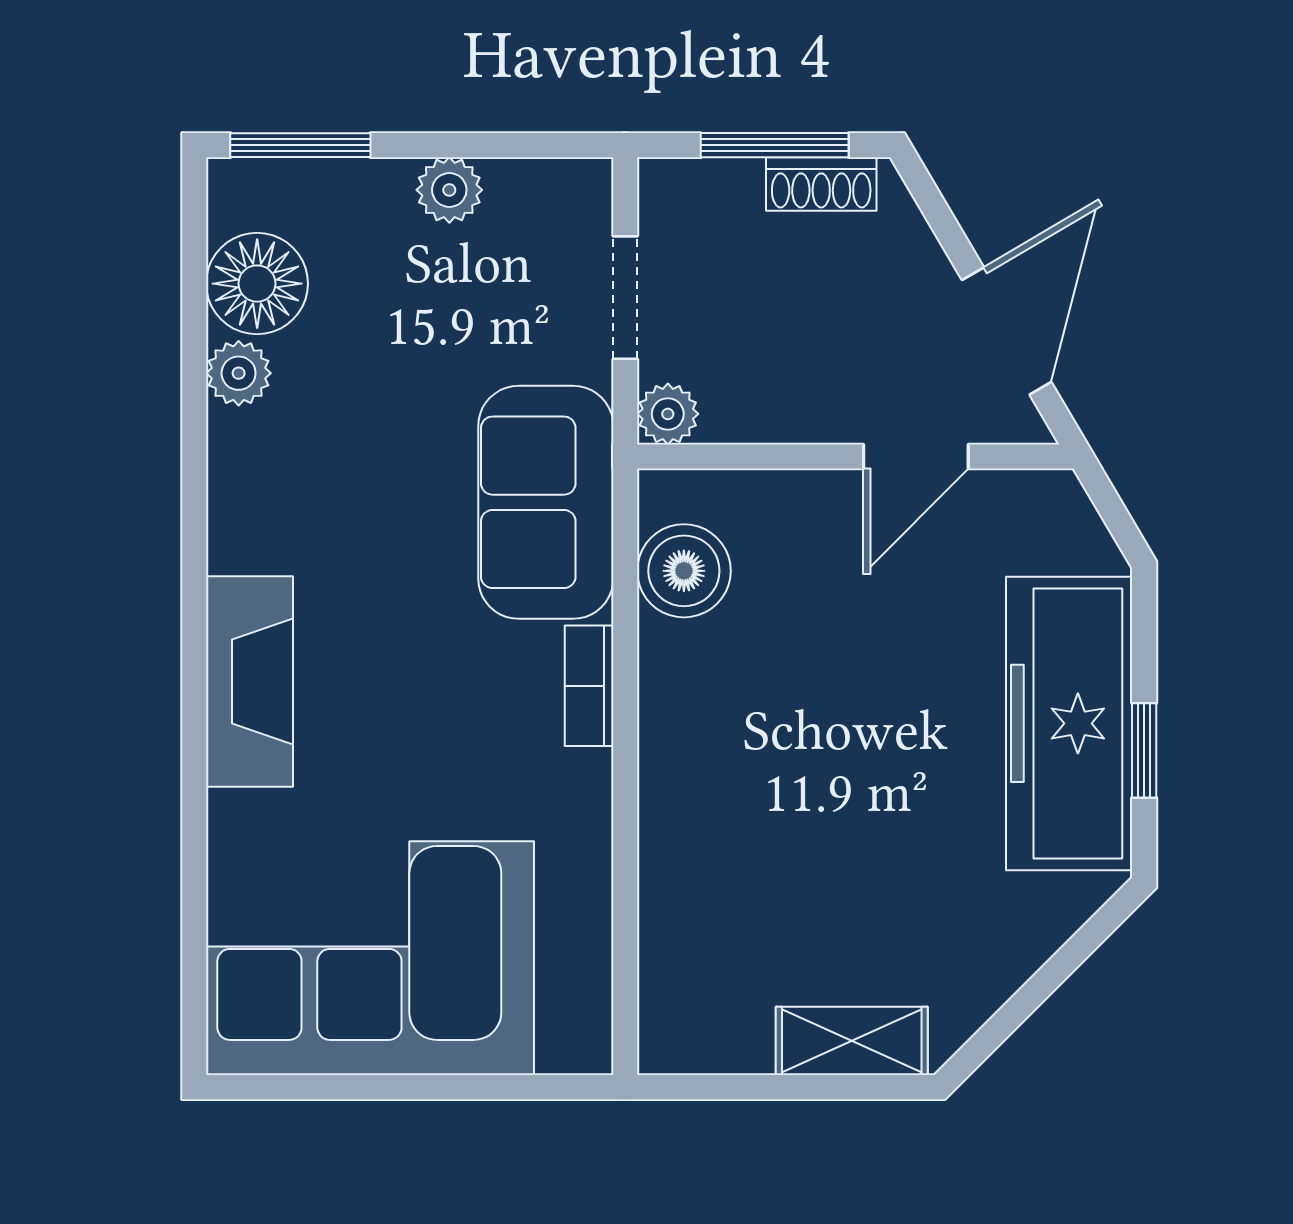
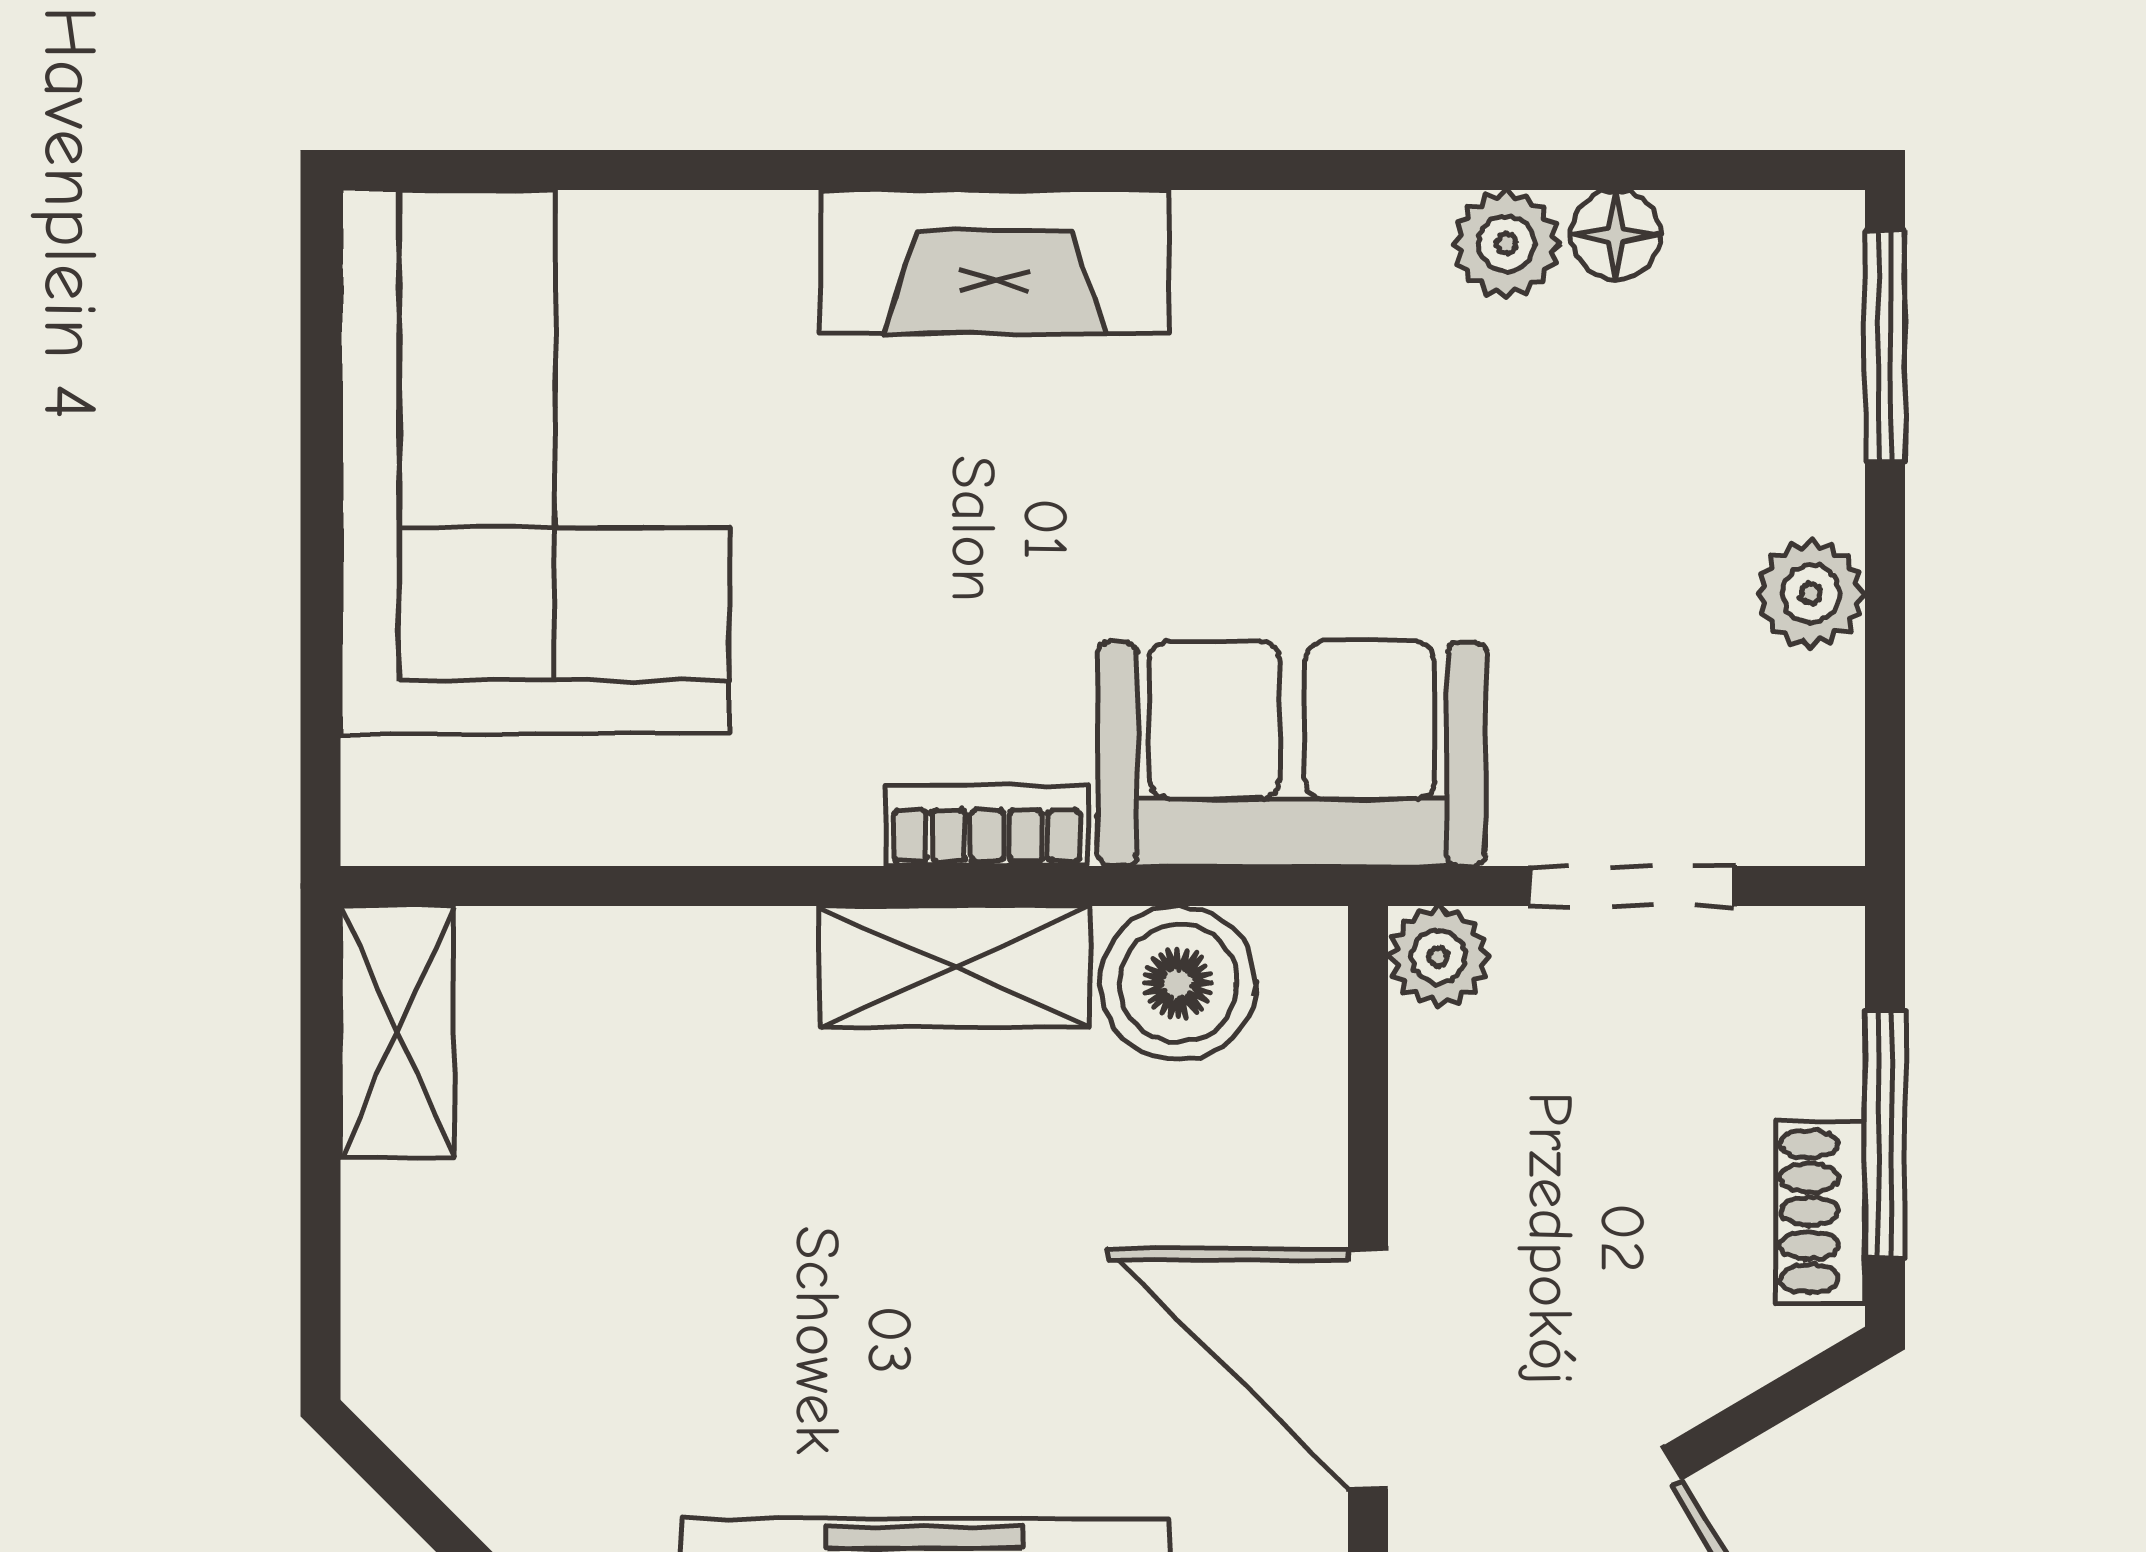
floor lamp: (257, 284) -> (1616, 235), width x0.53, depth x0.53
door: (916, 457) -> (1368, 1369), width x1.38
shelving: (674, 705) -> (955, 967), added
shelving: (852, 1041) -> (397, 1032), moved

